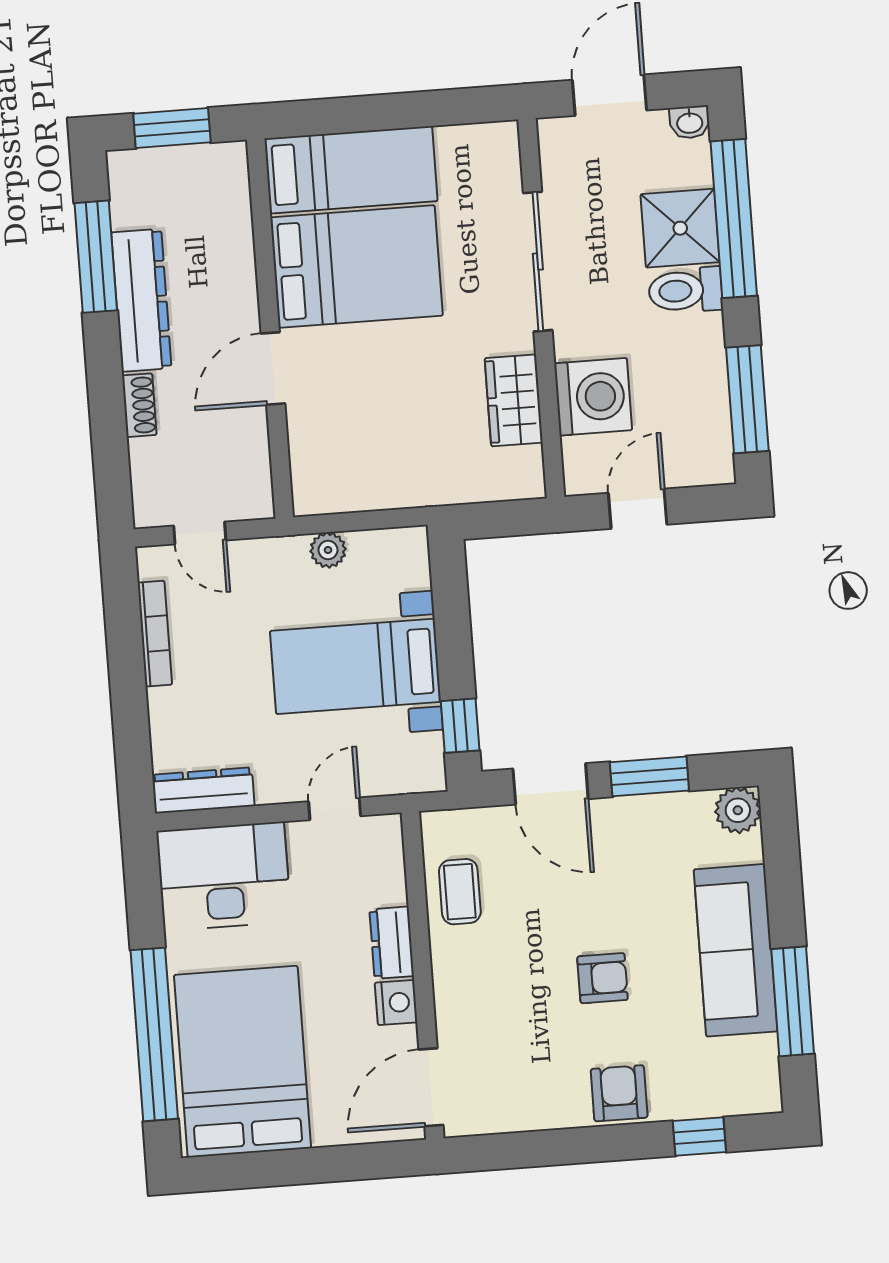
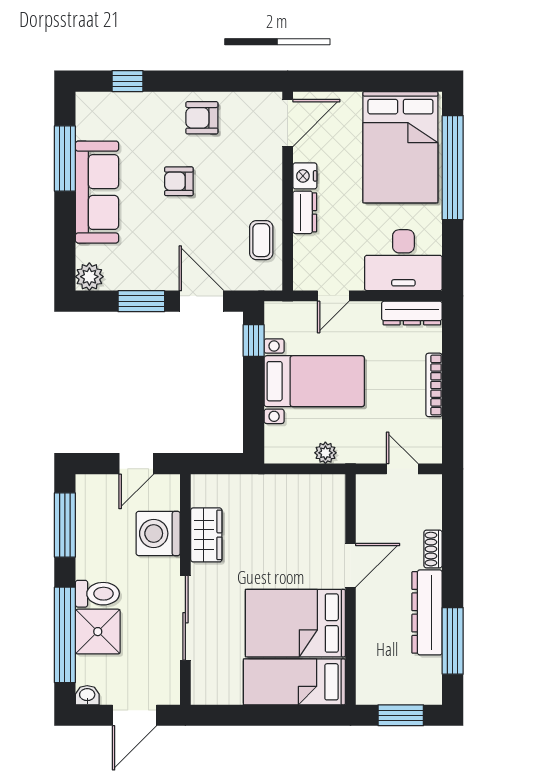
bookcase: (155, 634) -> (434, 385), moved
armchair: (619, 1093) -> (202, 118), moved, turned 90

